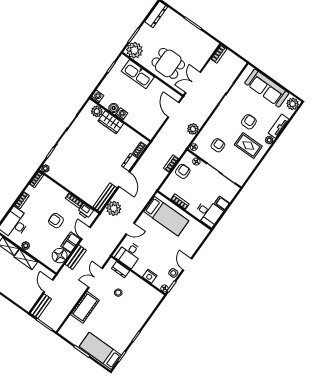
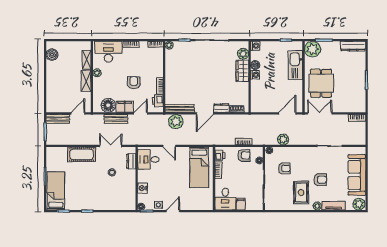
printer: (168, 192) -> (220, 155), added

